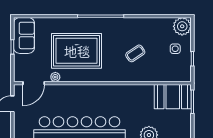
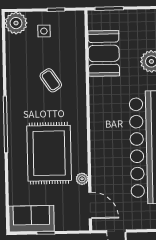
booth: (173, 97) -> (104, 53), moved

